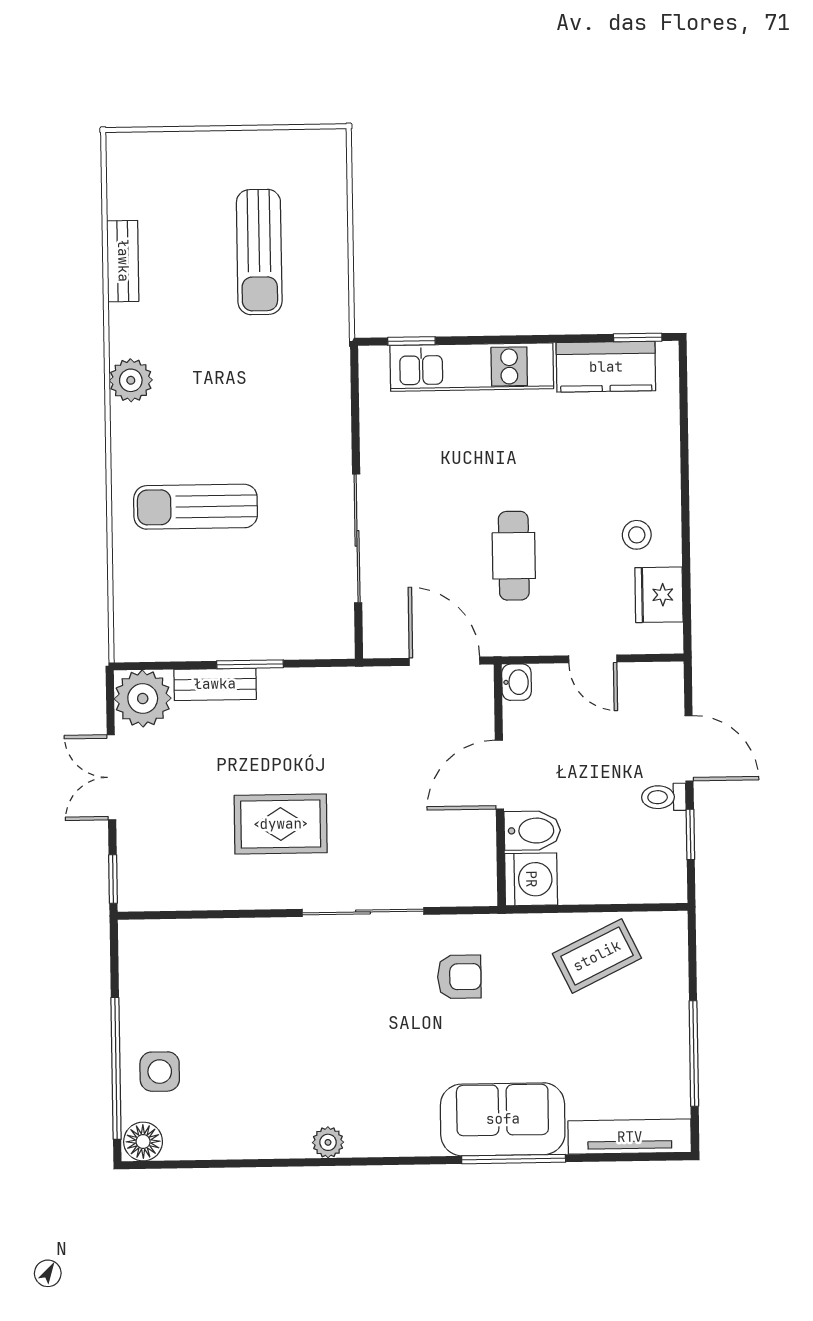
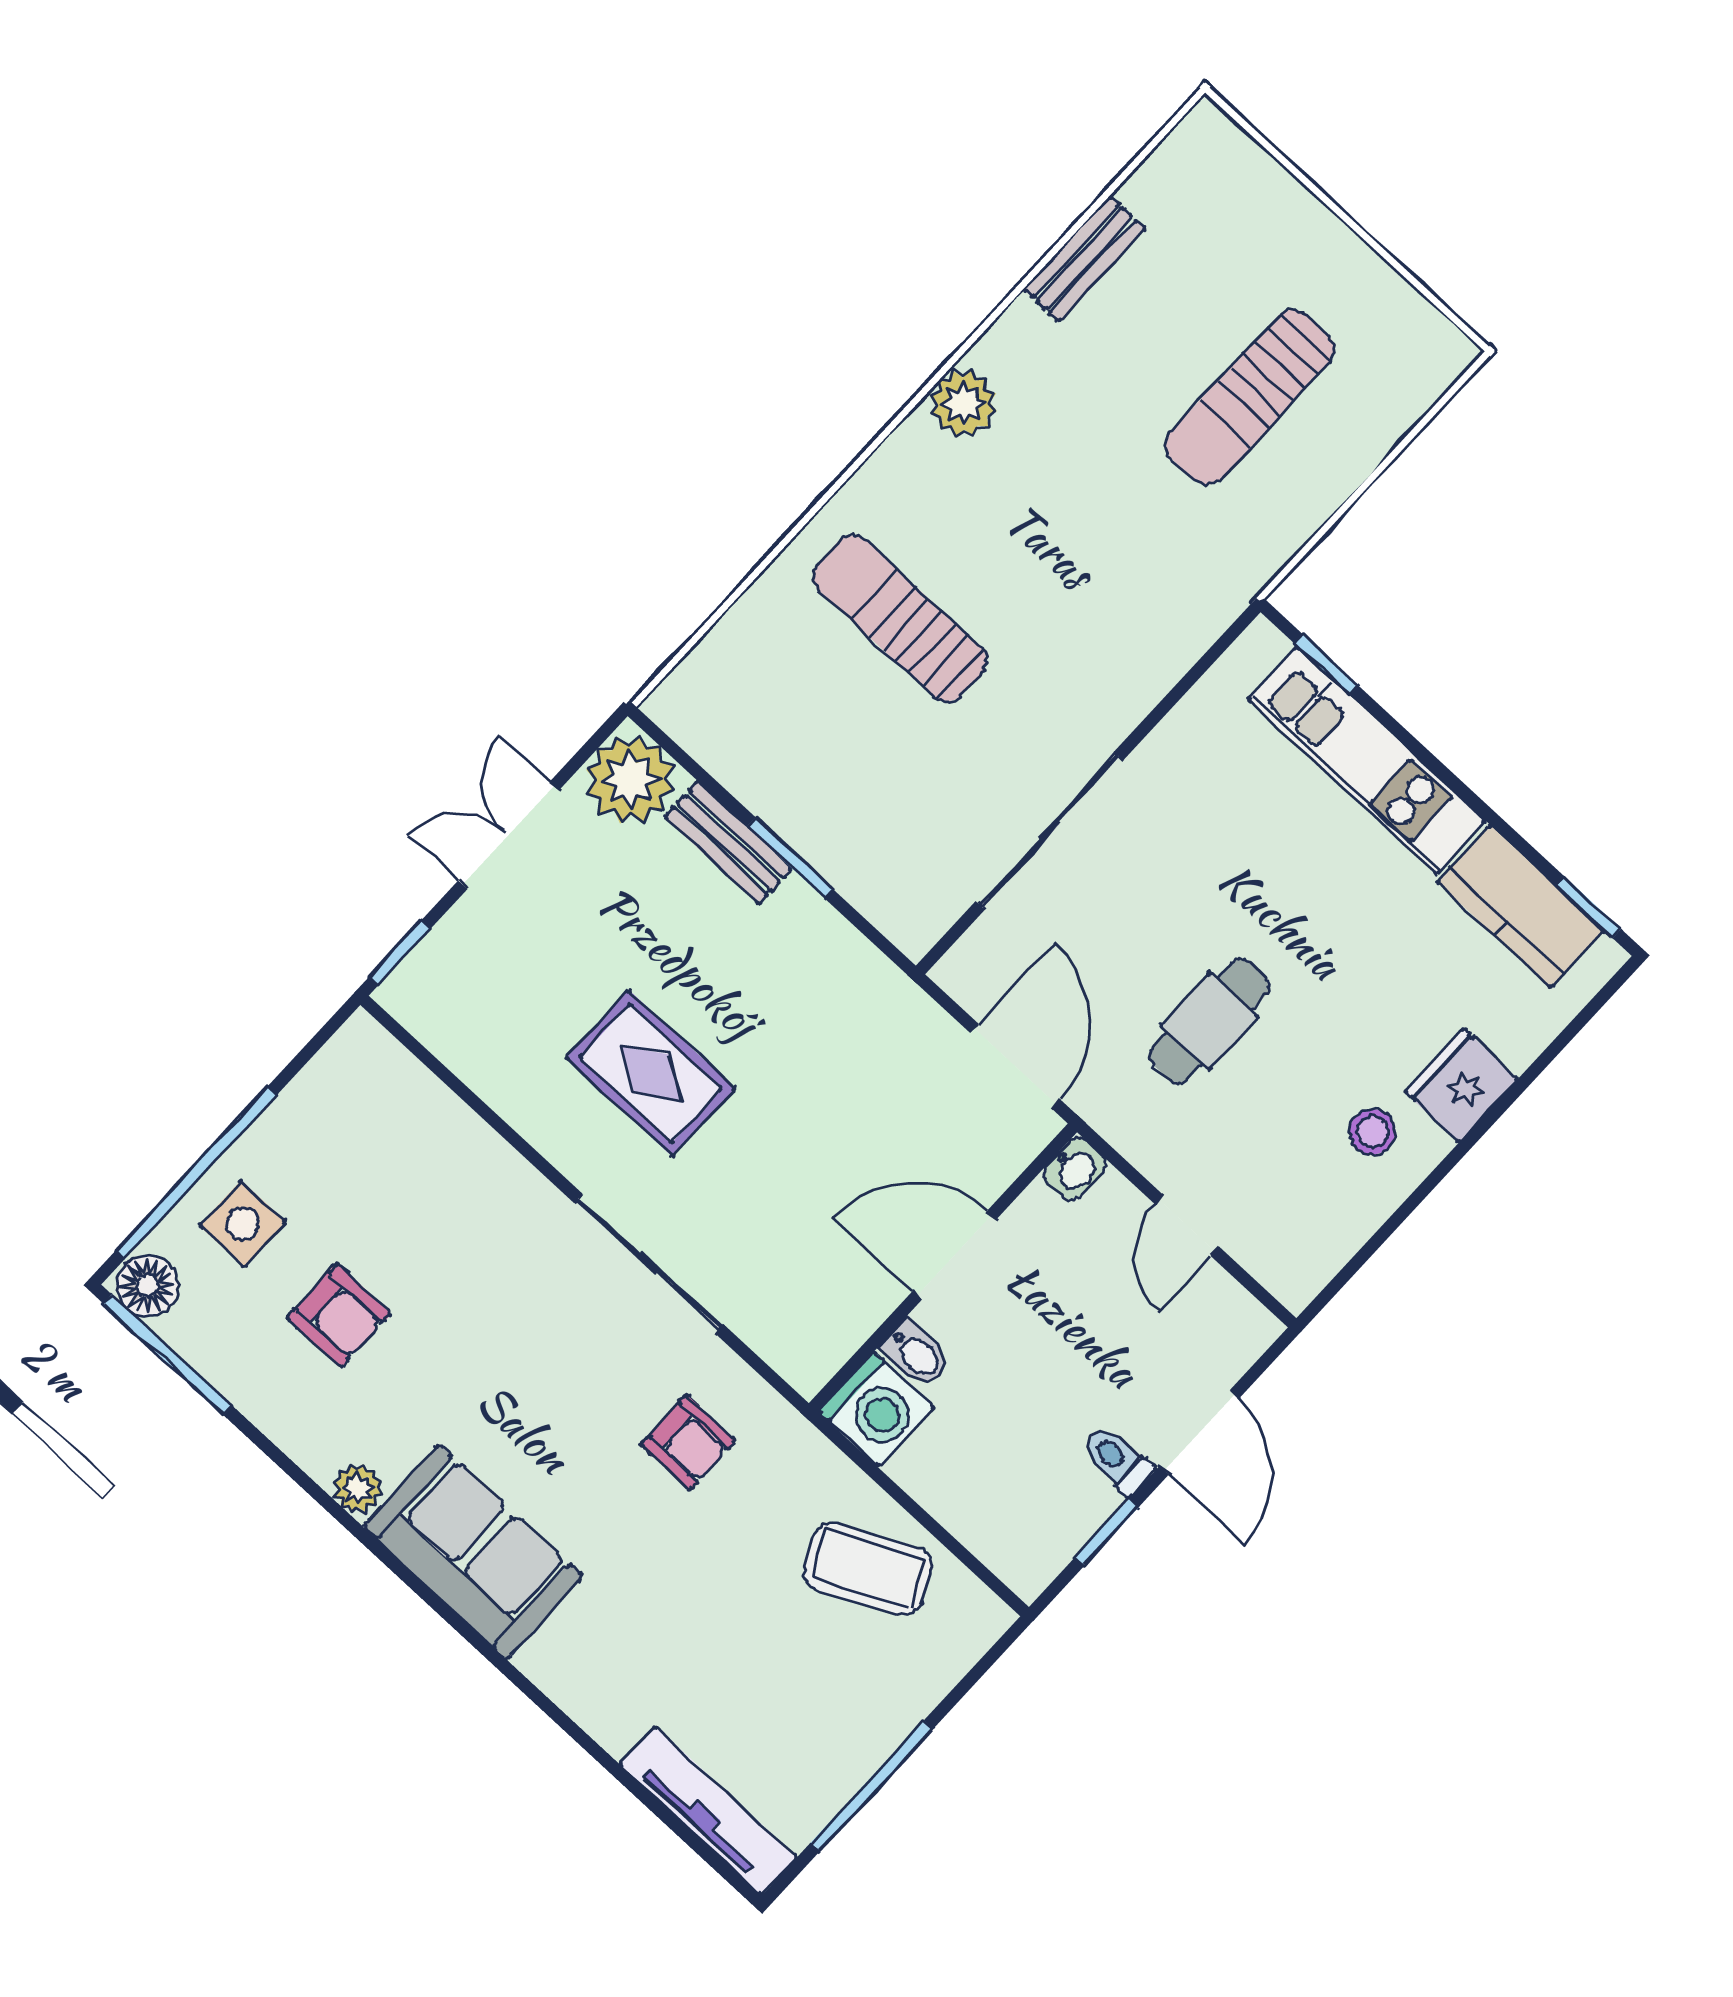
fridge: (659, 595) -> (1461, 1085), moved
bidet: (532, 831) -> (916, 1354), width x0.72, depth x0.74
armchair: (244, 1071) -> (339, 1316), added
sofa: (503, 1119) -> (473, 1552), moved
window: (514, 1159) -> (168, 1355), moved

